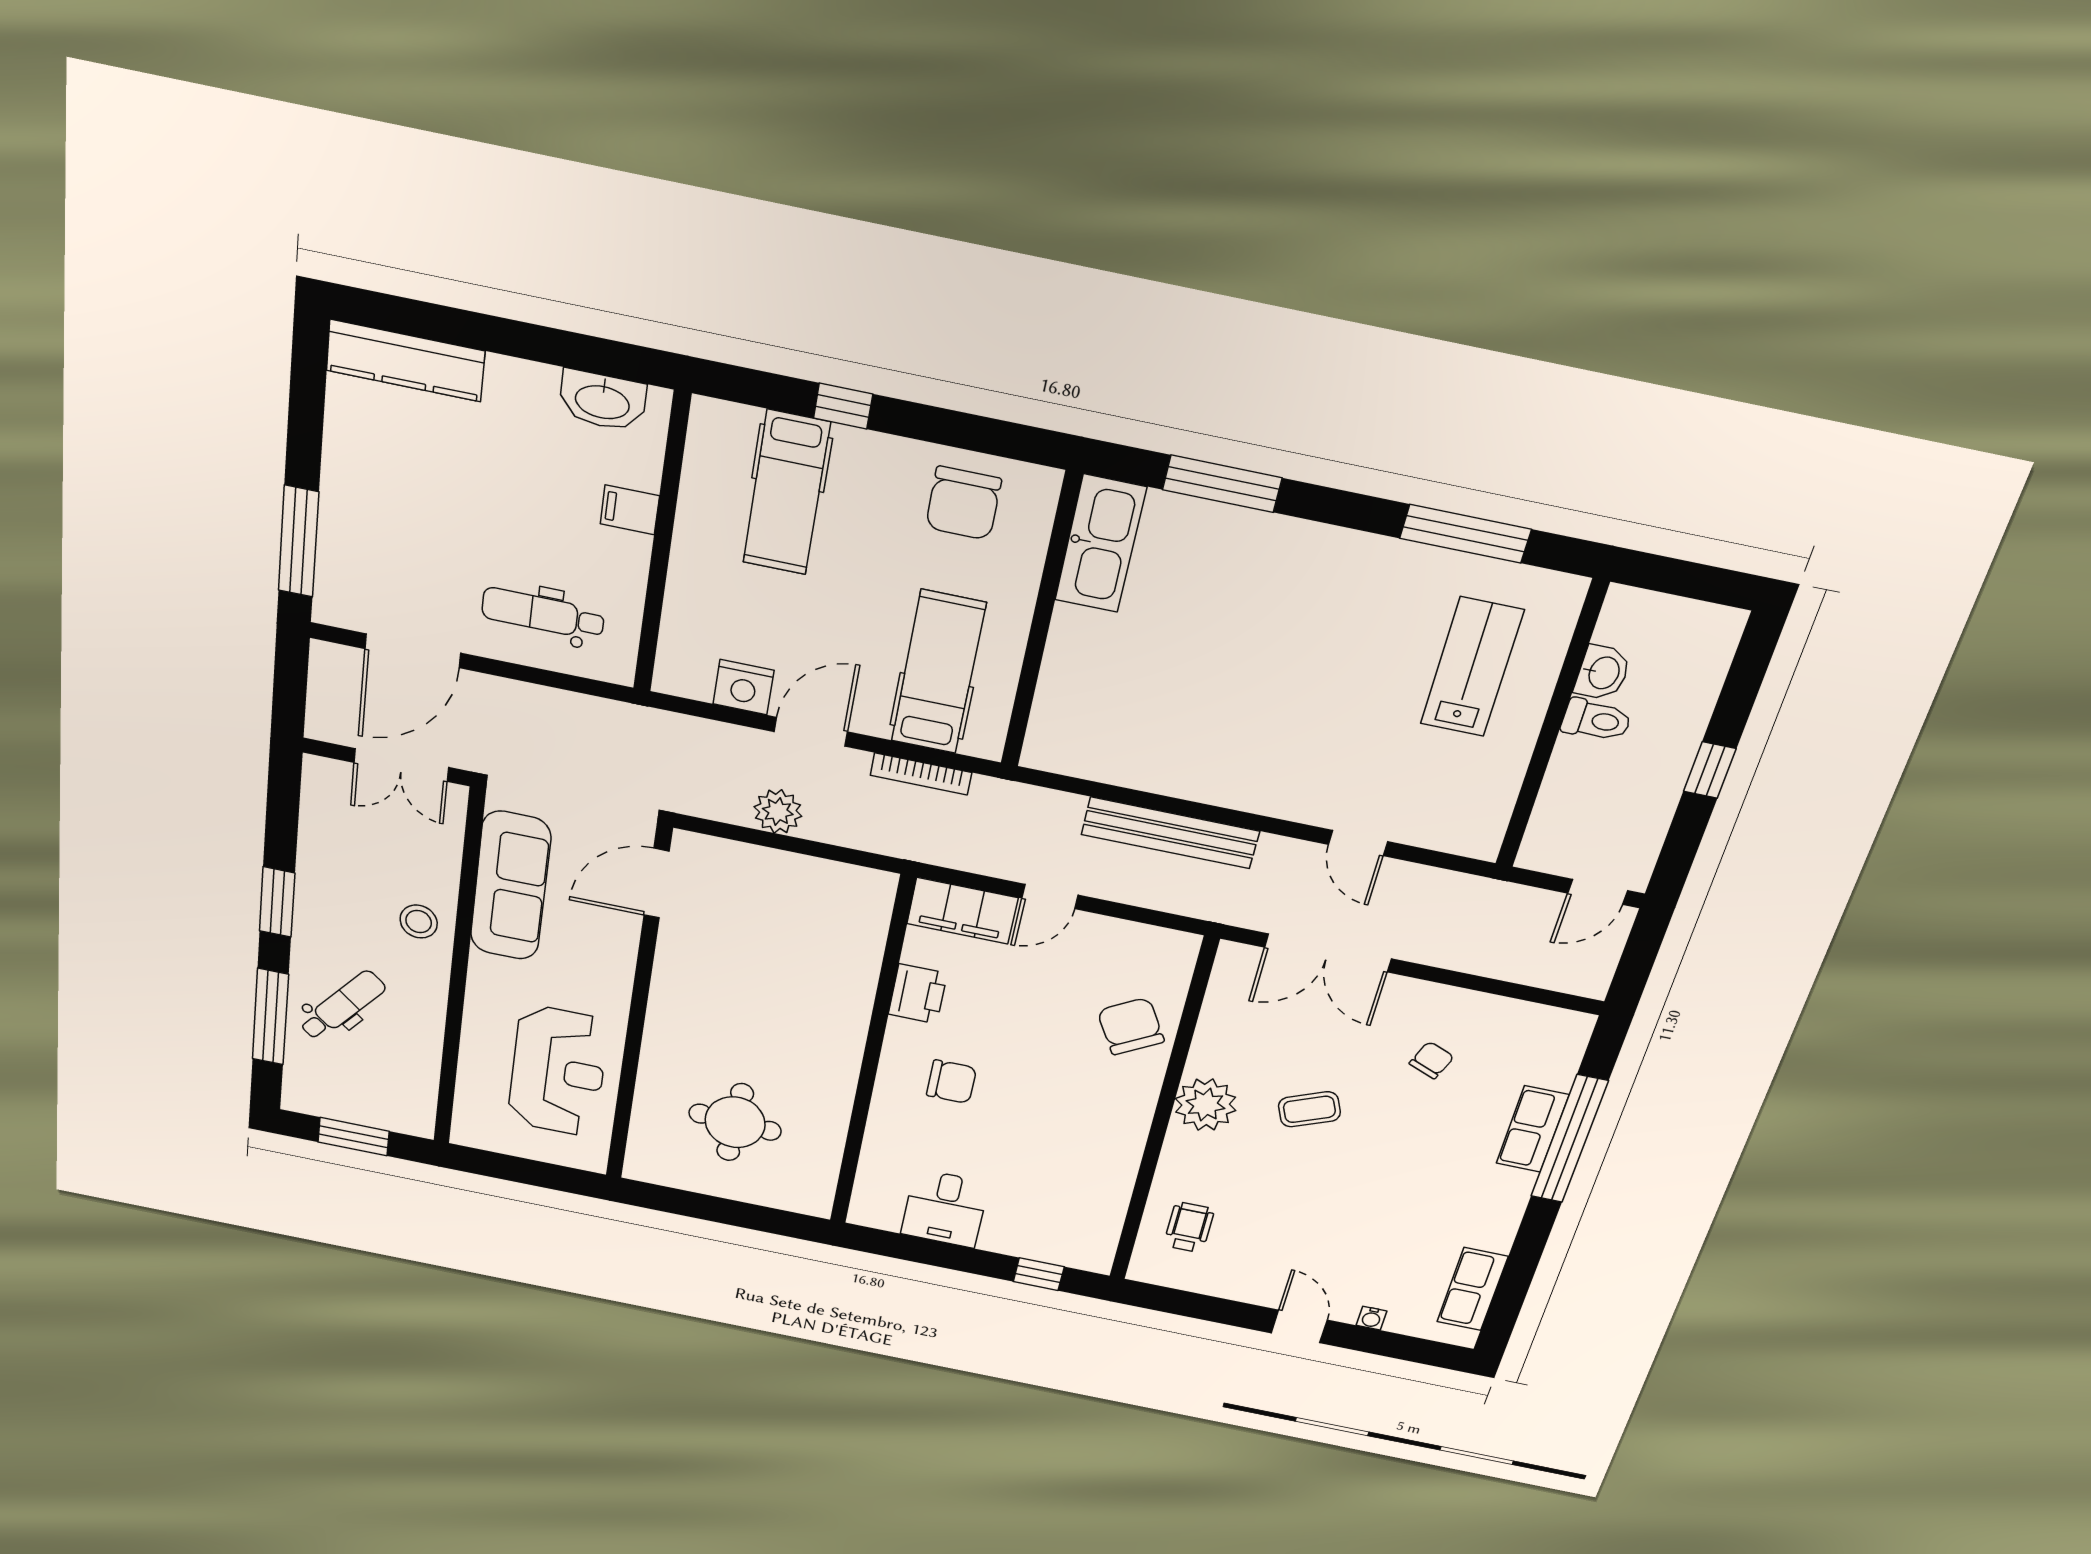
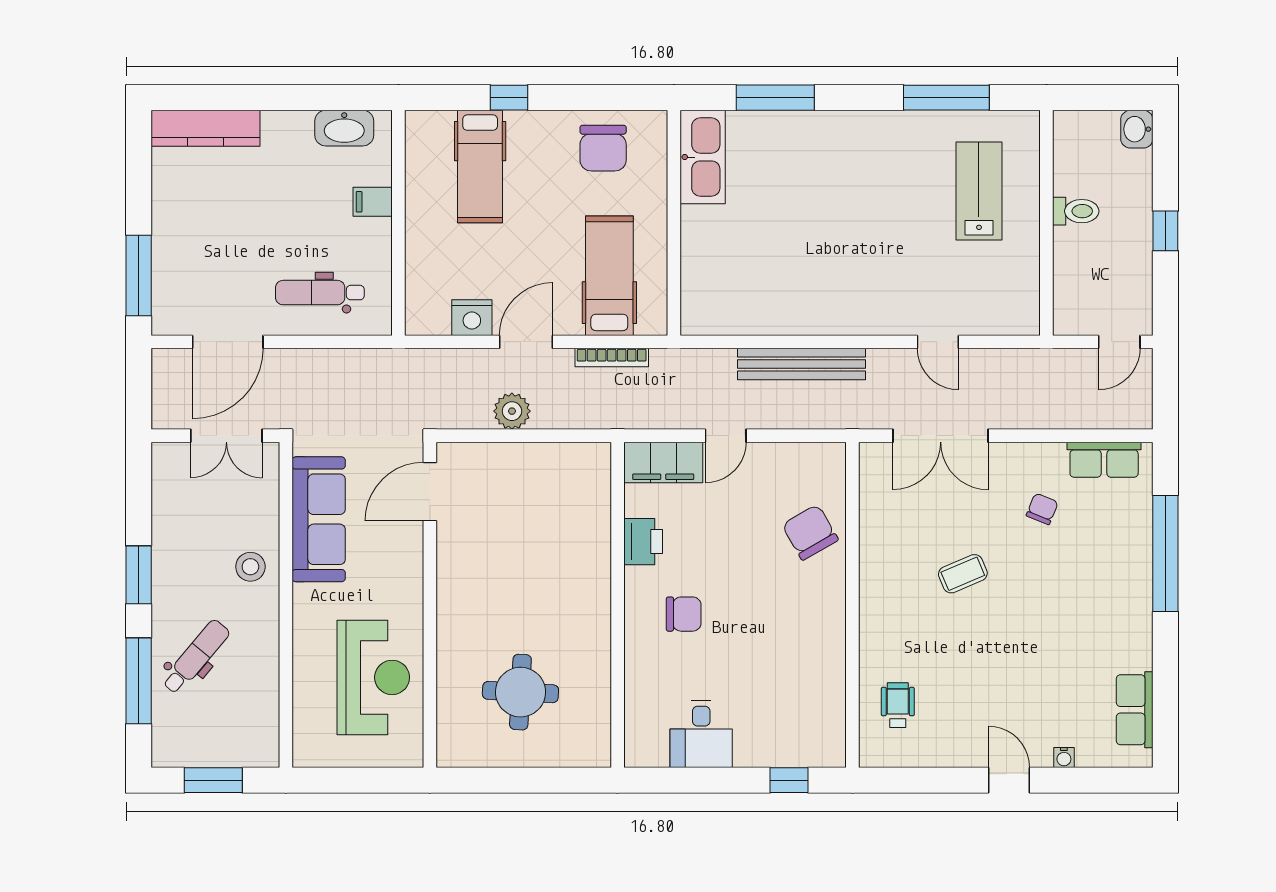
washbasin: (1603, 673) -> (1137, 129), moved, turned 180
plant: (1206, 1105) -> (883, 588), removed
row of seats: (1533, 1129) -> (1104, 460), moved, turned -90

